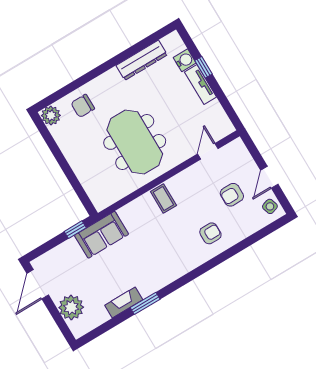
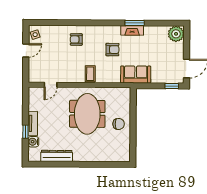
chair: (83, 106) -> (119, 124), moved
plant: (51, 116) -> (124, 156), removed
armchair: (232, 195) -> (112, 50), moved
window: (75, 230) -> (172, 86), moved
fireplace: (124, 302) -> (132, 30), moved
plant: (71, 307) -> (176, 34), moved

